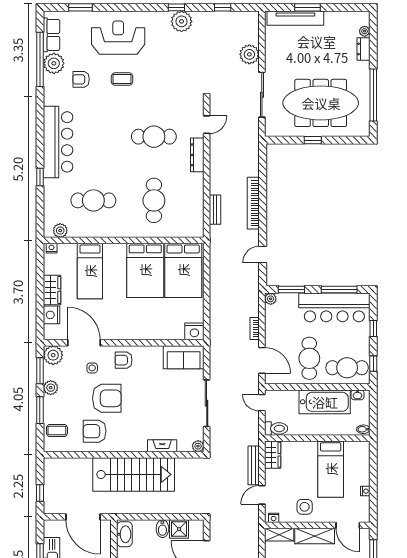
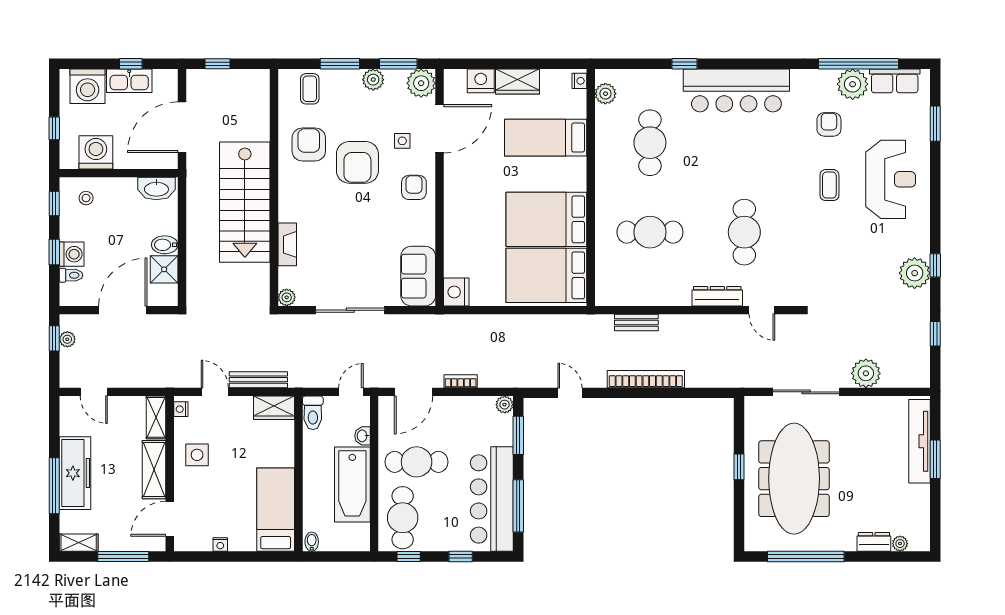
washbasin: (358, 395) -> (363, 436), moved
bed: (331, 469) -> (276, 510), moved, turned 90

